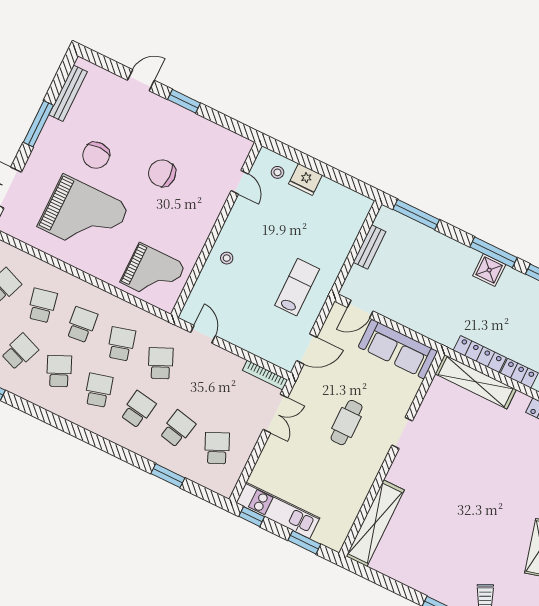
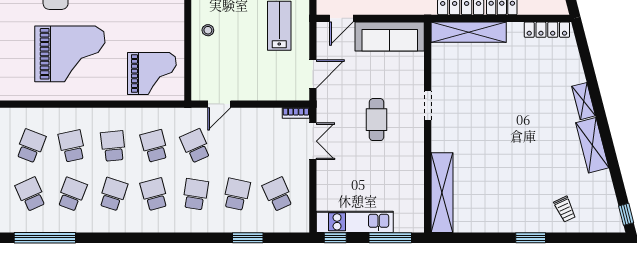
door: (203, 334) -> (219, 104), swing flipped
school desk: (59, 371) -> (113, 194), turned 42
bookcase: (265, 375) -> (296, 113), width x0.64
window: (304, 542) -> (390, 238), width x1.44

